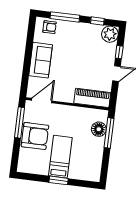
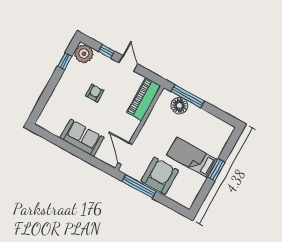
window: (65, 17) -> (47, 94), removed
armchair: (50, 27) -> (95, 93), moved

